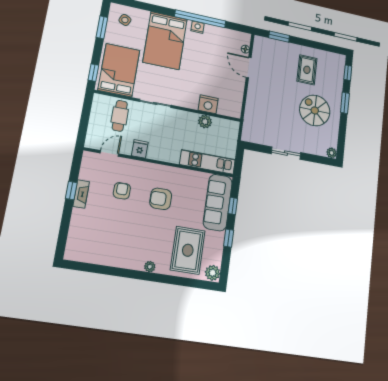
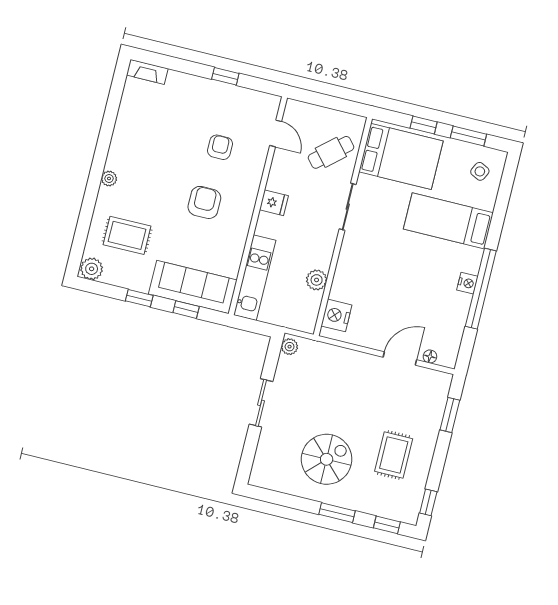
bed: (165, 41) -> (448, 221), width x0.67
window: (332, 49) -> (428, 502), added
rug: (307, 70) -> (394, 455), turned 90
window: (93, 73) -> (424, 125), moved
nightstand: (208, 104) -> (336, 315), moved
cafe table: (120, 116) -> (331, 152), turned -41
fridge: (140, 149) -> (274, 203), moved
plant: (332, 153) -> (290, 347), moved
armchair: (122, 191) -> (220, 147), turned -90
fireplace: (81, 194) -> (147, 72), moved
rug: (188, 250) -> (127, 235), width x0.73, depth x0.70

